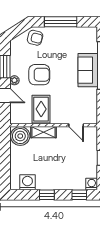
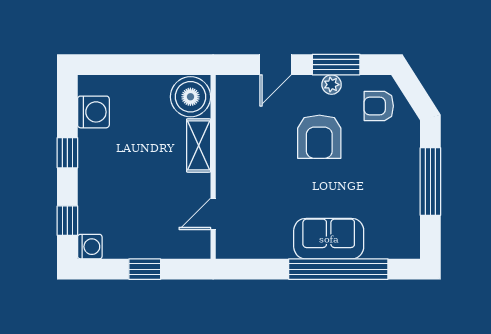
armchair: (35, 38) -> (379, 106), moved, turned 76
plant: (14, 80) -> (332, 85), moved
rug: (41, 109) -> (247, 141), removed

